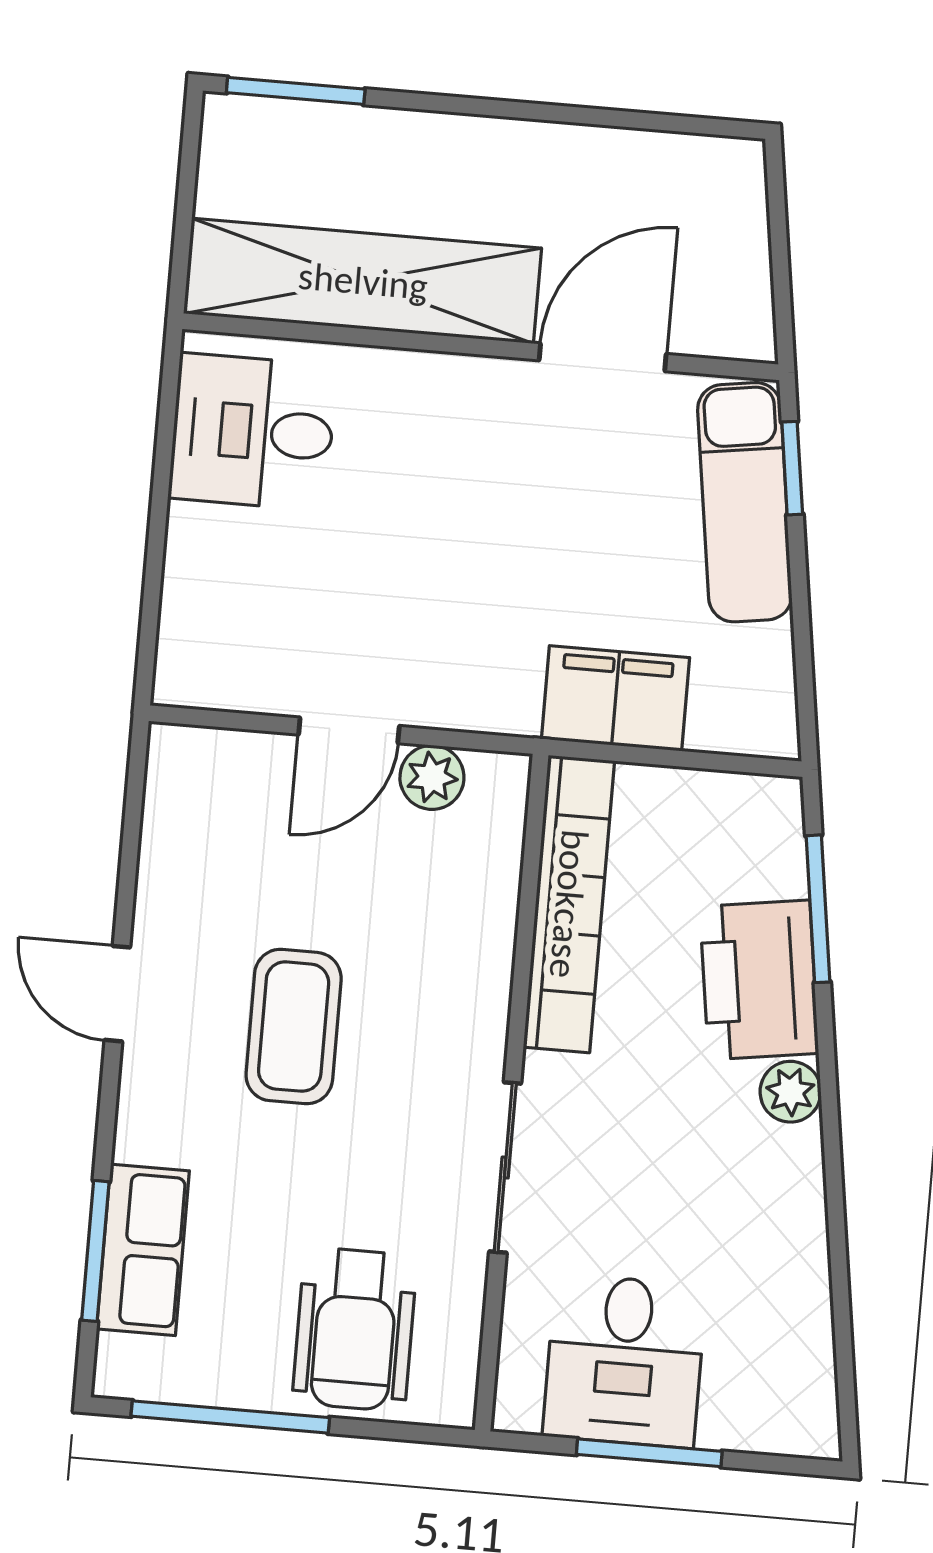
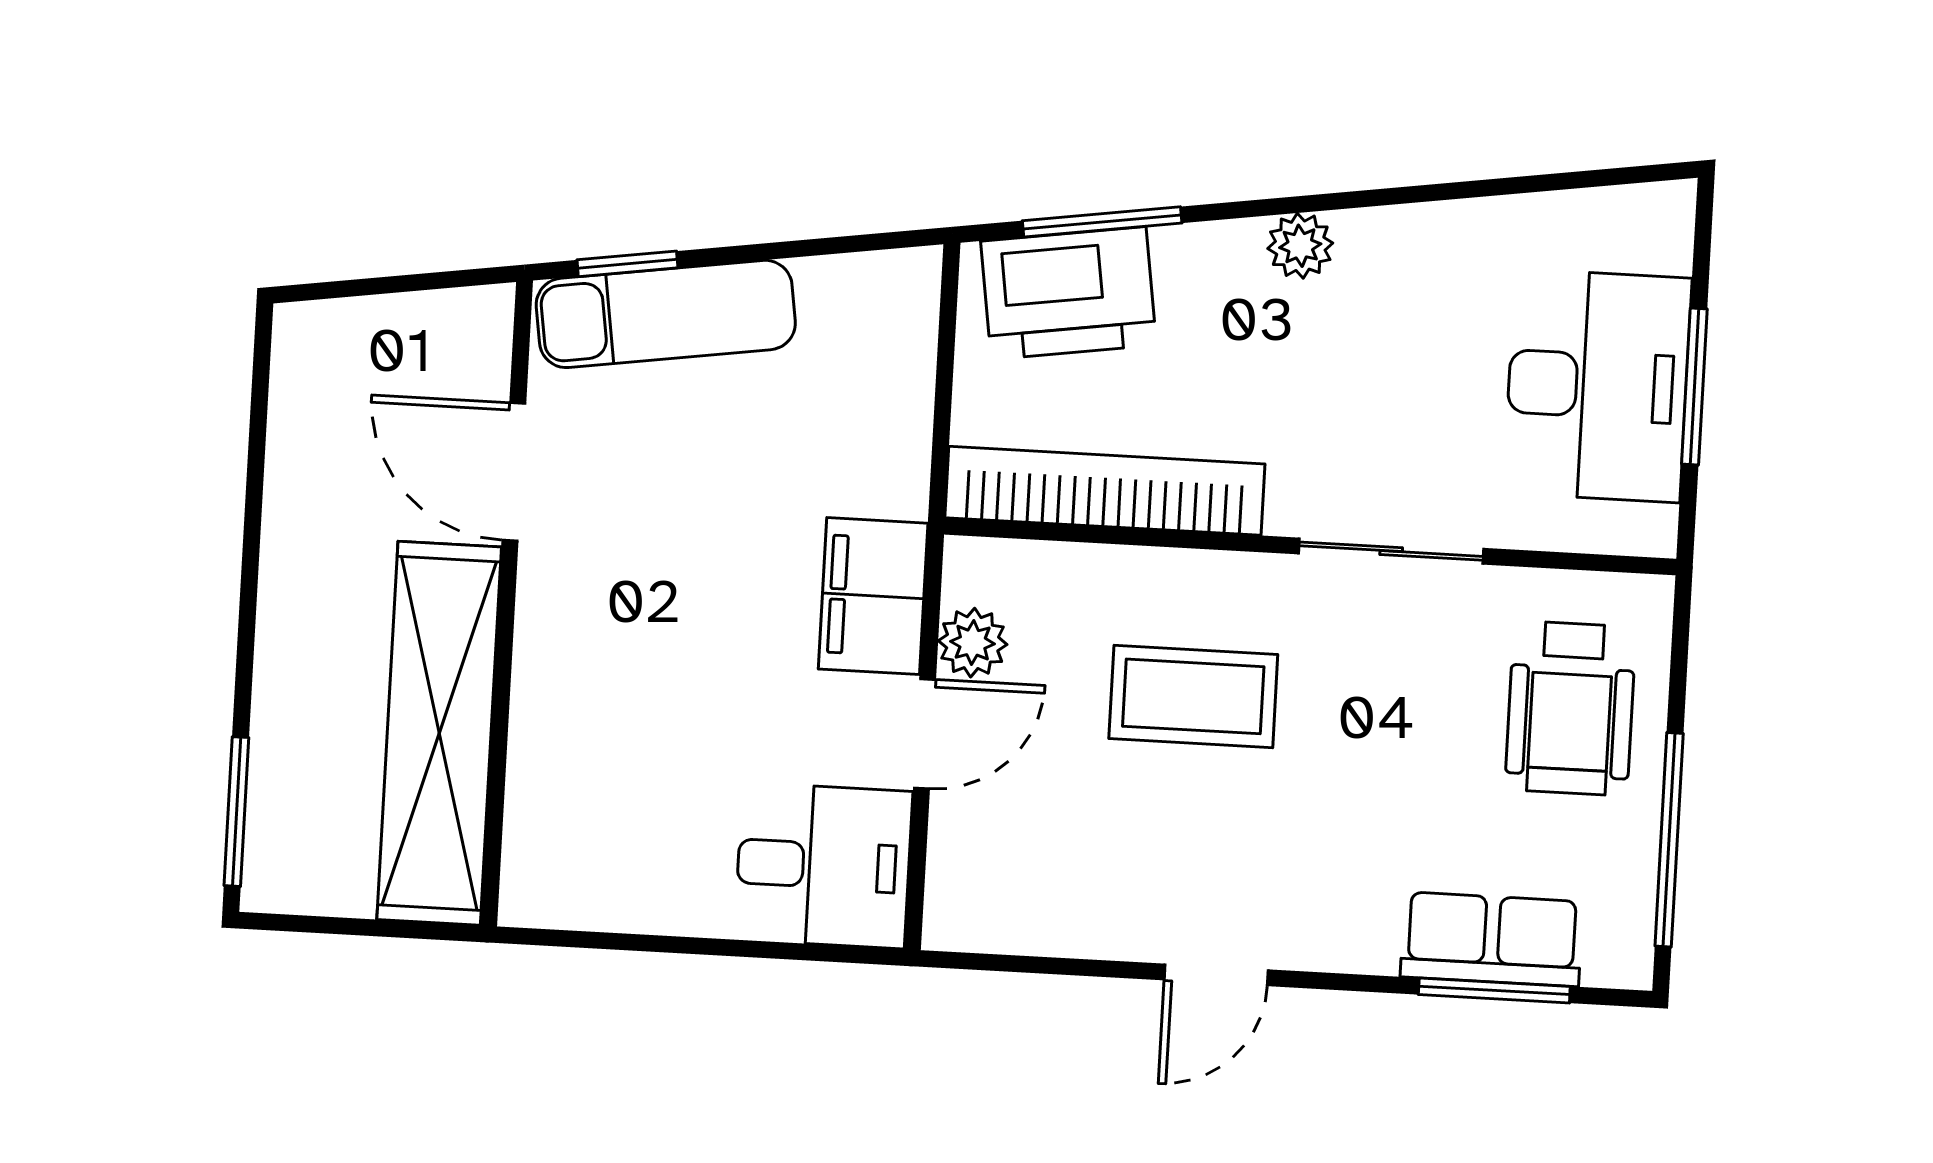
desk: (253, 432) -> (823, 865), moved, turned -90
filing cabinet: (616, 698) -> (873, 596), moved
door: (349, 730) -> (925, 734), hinge flipped
printer: (759, 980) -> (1069, 293), moved
coffee table: (294, 1027) -> (1193, 696), moved
wheelchair: (355, 1329) -> (1570, 708), turned 90
desk: (625, 1361) -> (1597, 386), width x1.37

